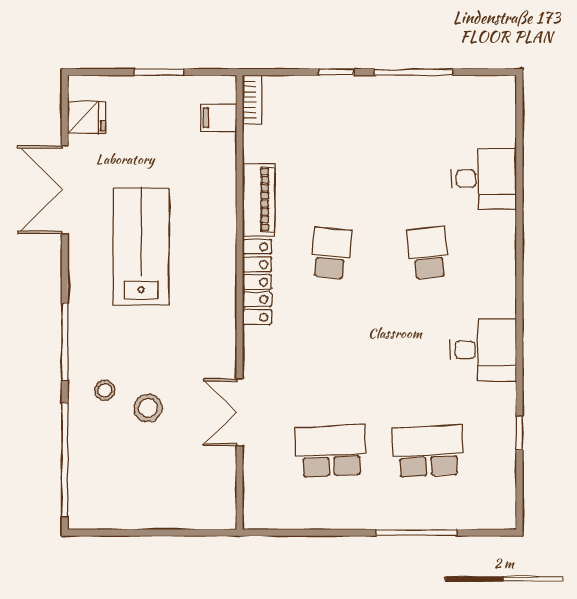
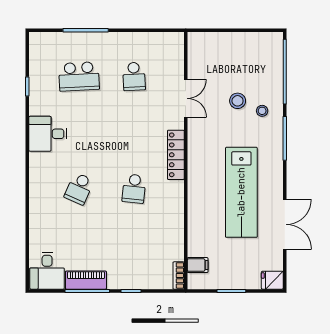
fridge: (87, 118) -> (272, 280), moved
desk: (484, 179) -> (47, 271), moved, turned -90
piano: (259, 200) -> (86, 280), moved, turned 90
lab bench: (141, 246) -> (241, 192), width x1.36
school desk: (428, 253) -> (79, 189), turned 30
locker: (257, 282) -> (176, 155), moved
school desk: (331, 451) -> (134, 76), width x0.54

